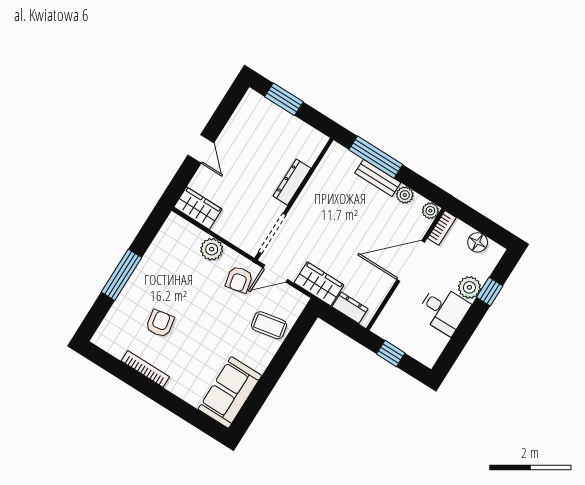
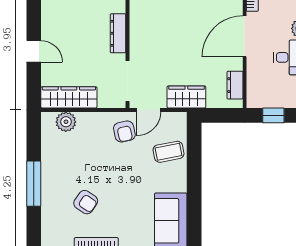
wardrobe: (198, 208) -> (69, 97), width x1.50
plant: (212, 249) -> (66, 122), moved
dresser: (350, 308) -> (235, 85), moved, turned -90
armchair: (160, 324) -> (86, 202), turned 134

